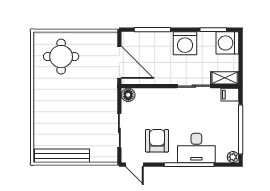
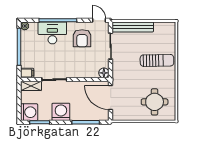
sun lounger: (58, 111) -> (157, 60), added
bench: (62, 156) -> (133, 27), moved

